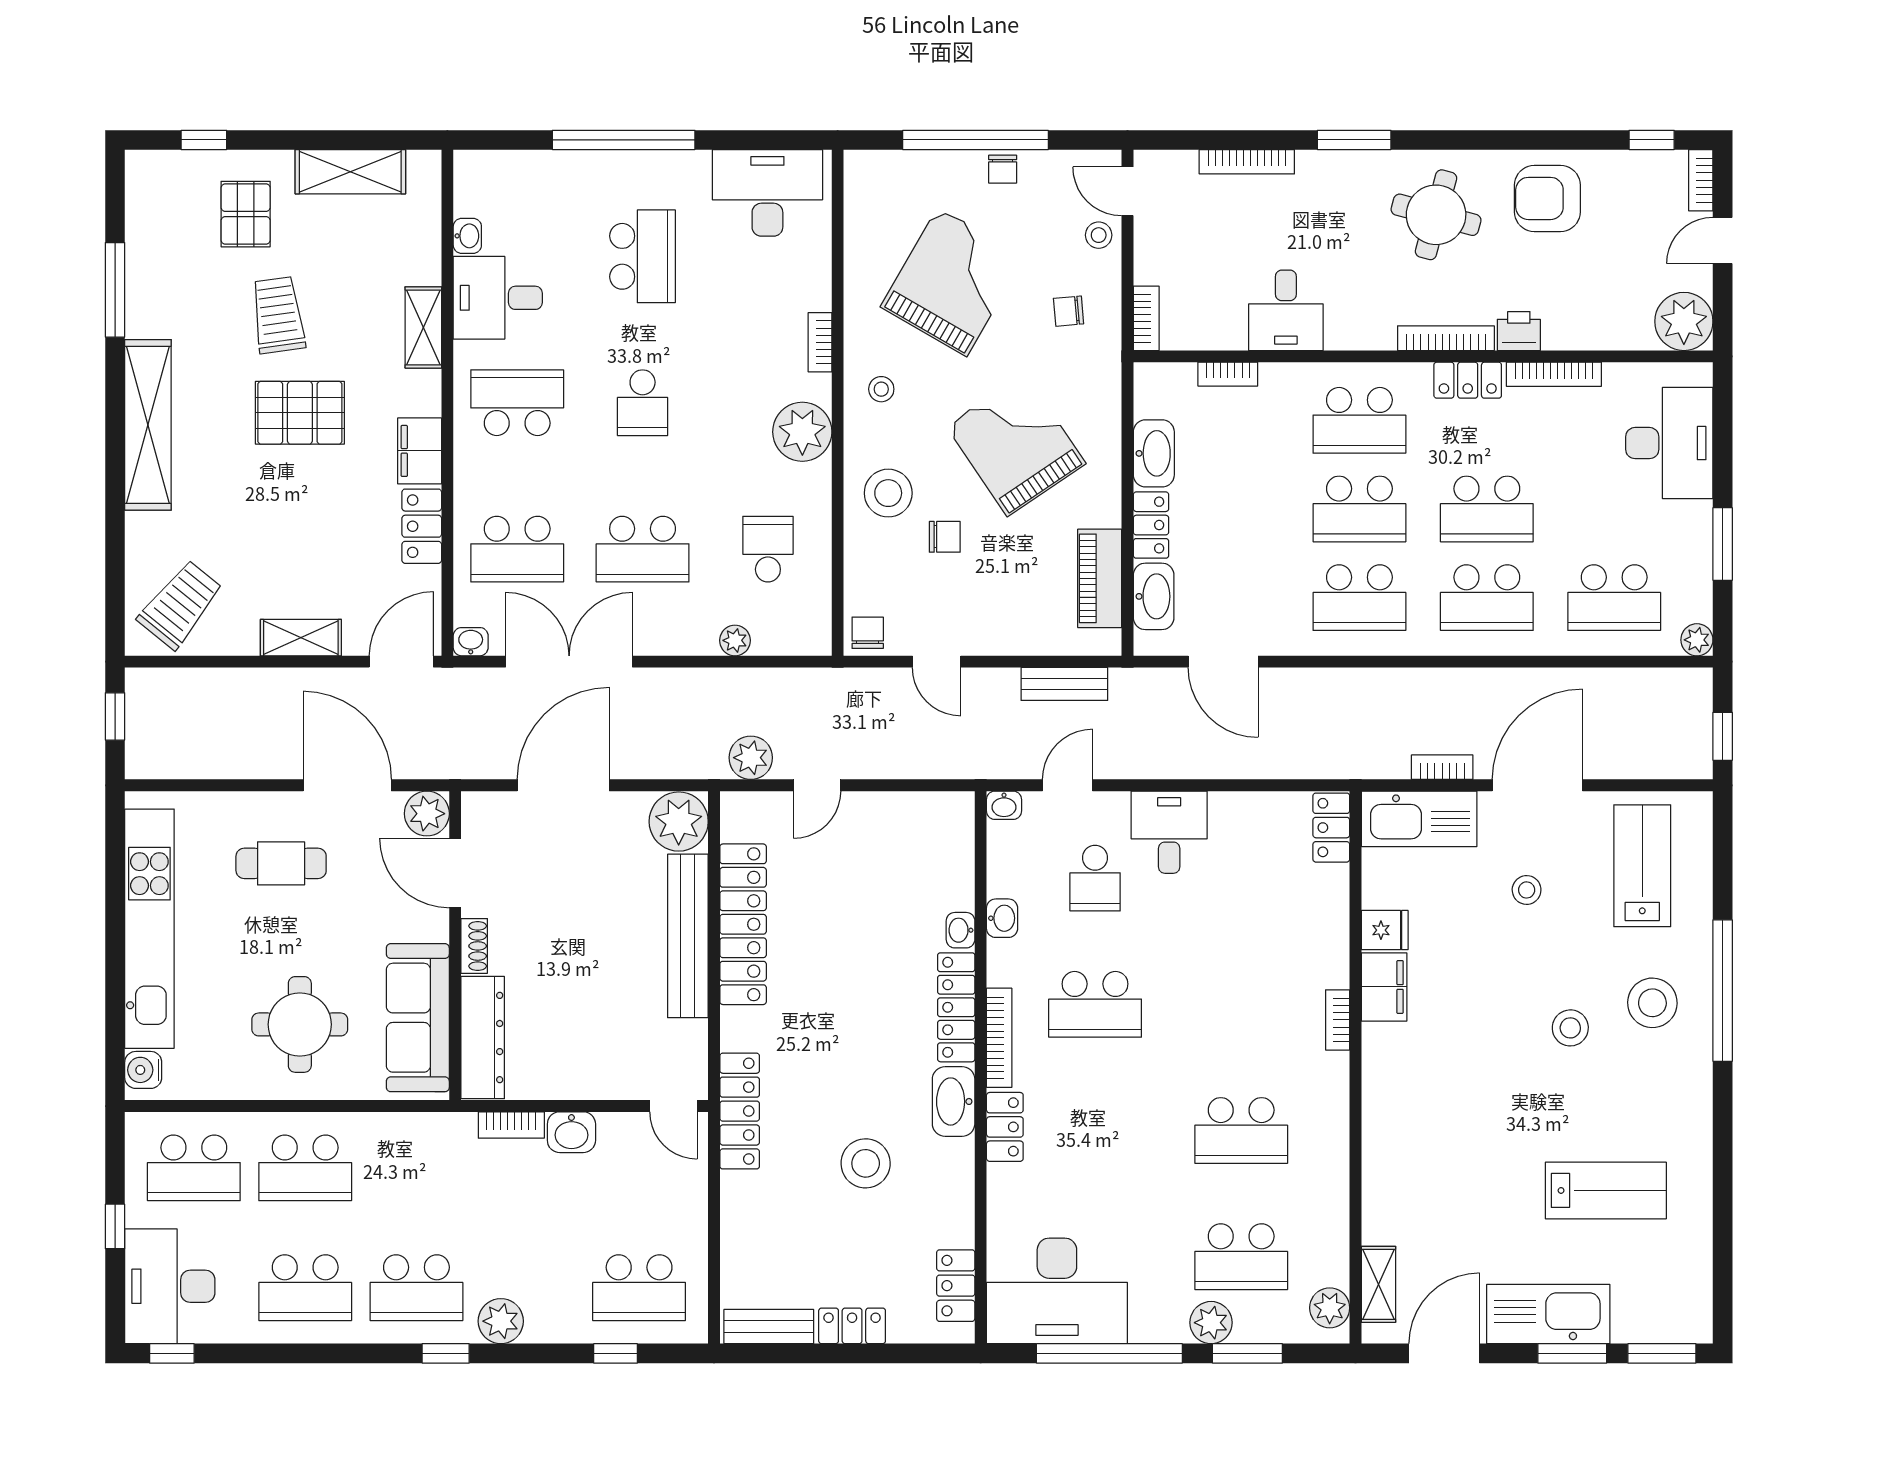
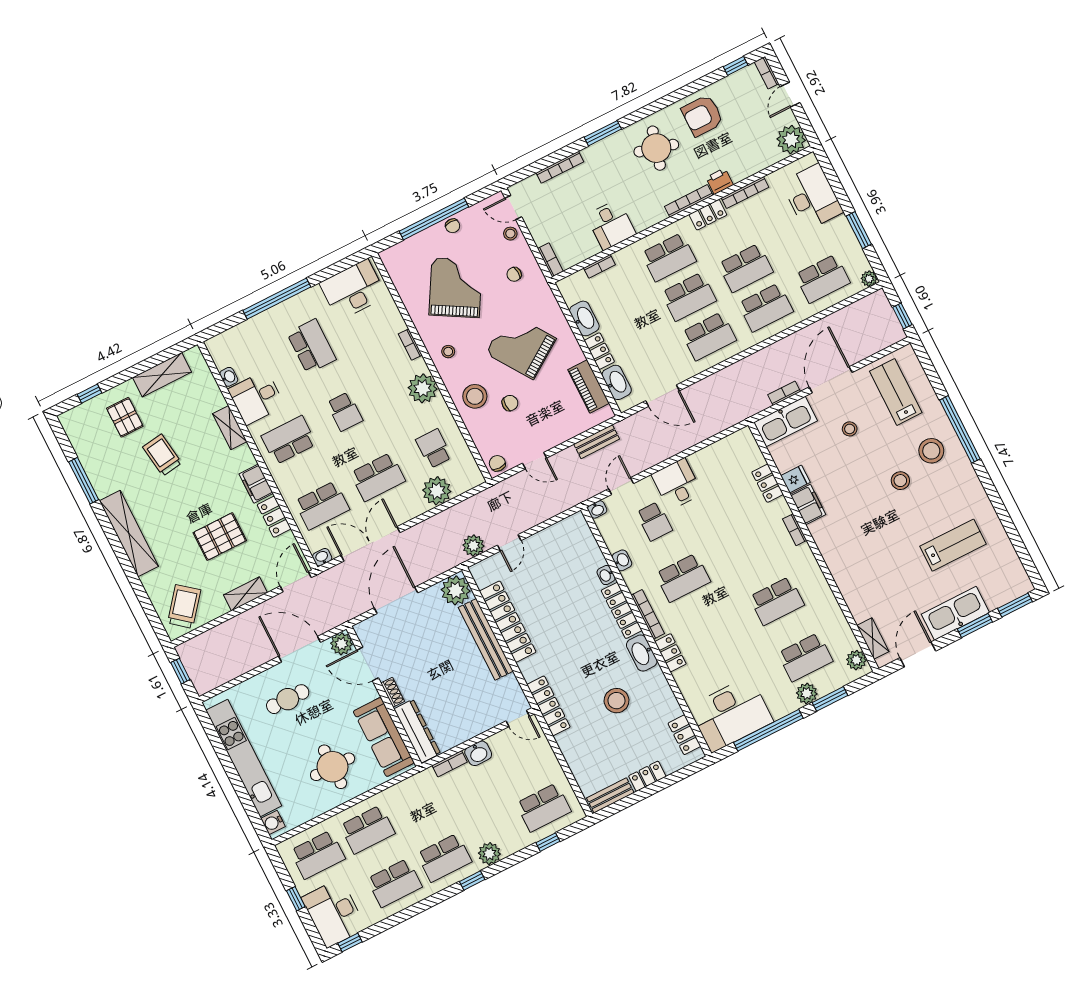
pallet: (300, 413) -> (220, 537), moved
plant: (735, 640) -> (437, 491), width x1.88, depth x1.88
locker: (1331, 828) -> (768, 483), moved

